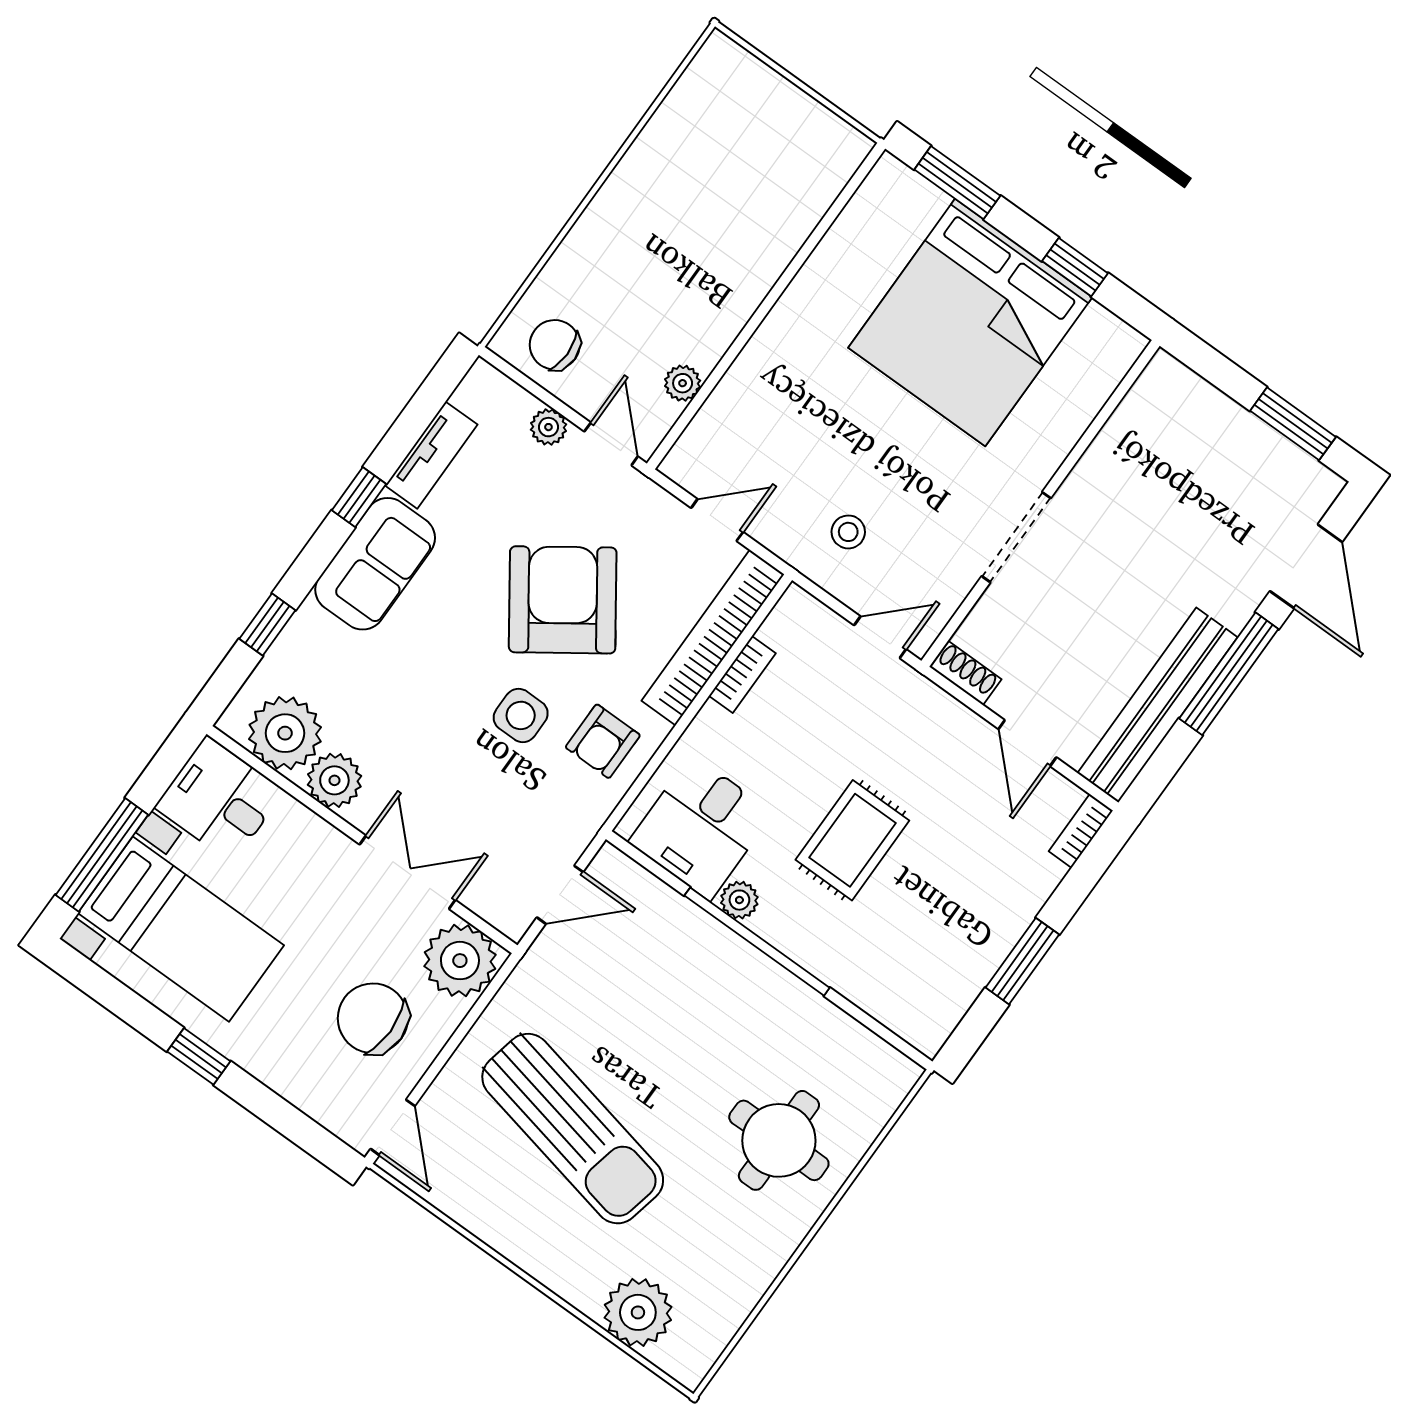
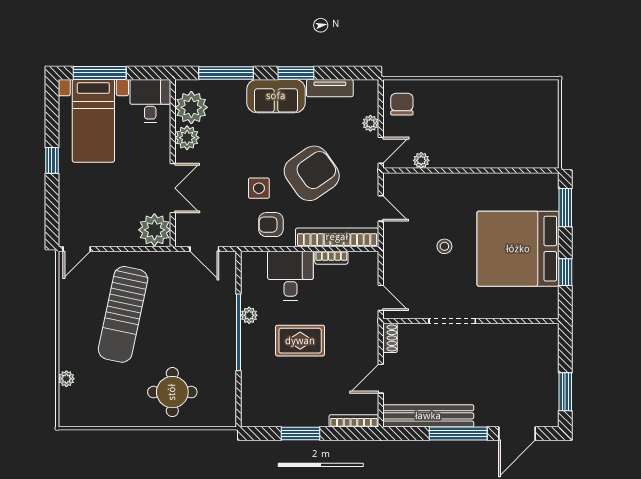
window: (359, 497) -> (296, 73), width x1.50
stool: (848, 532) -> (444, 246), moved
window: (267, 625) -> (226, 73), width x2.17
desk: (701, 827) -> (290, 276), moved, turned 90
bookcase: (1081, 831) -> (354, 421), width x1.56
chair: (373, 1018) -> (111, 213), removed
plant: (638, 1312) -> (66, 379), width x0.53, depth x0.53

